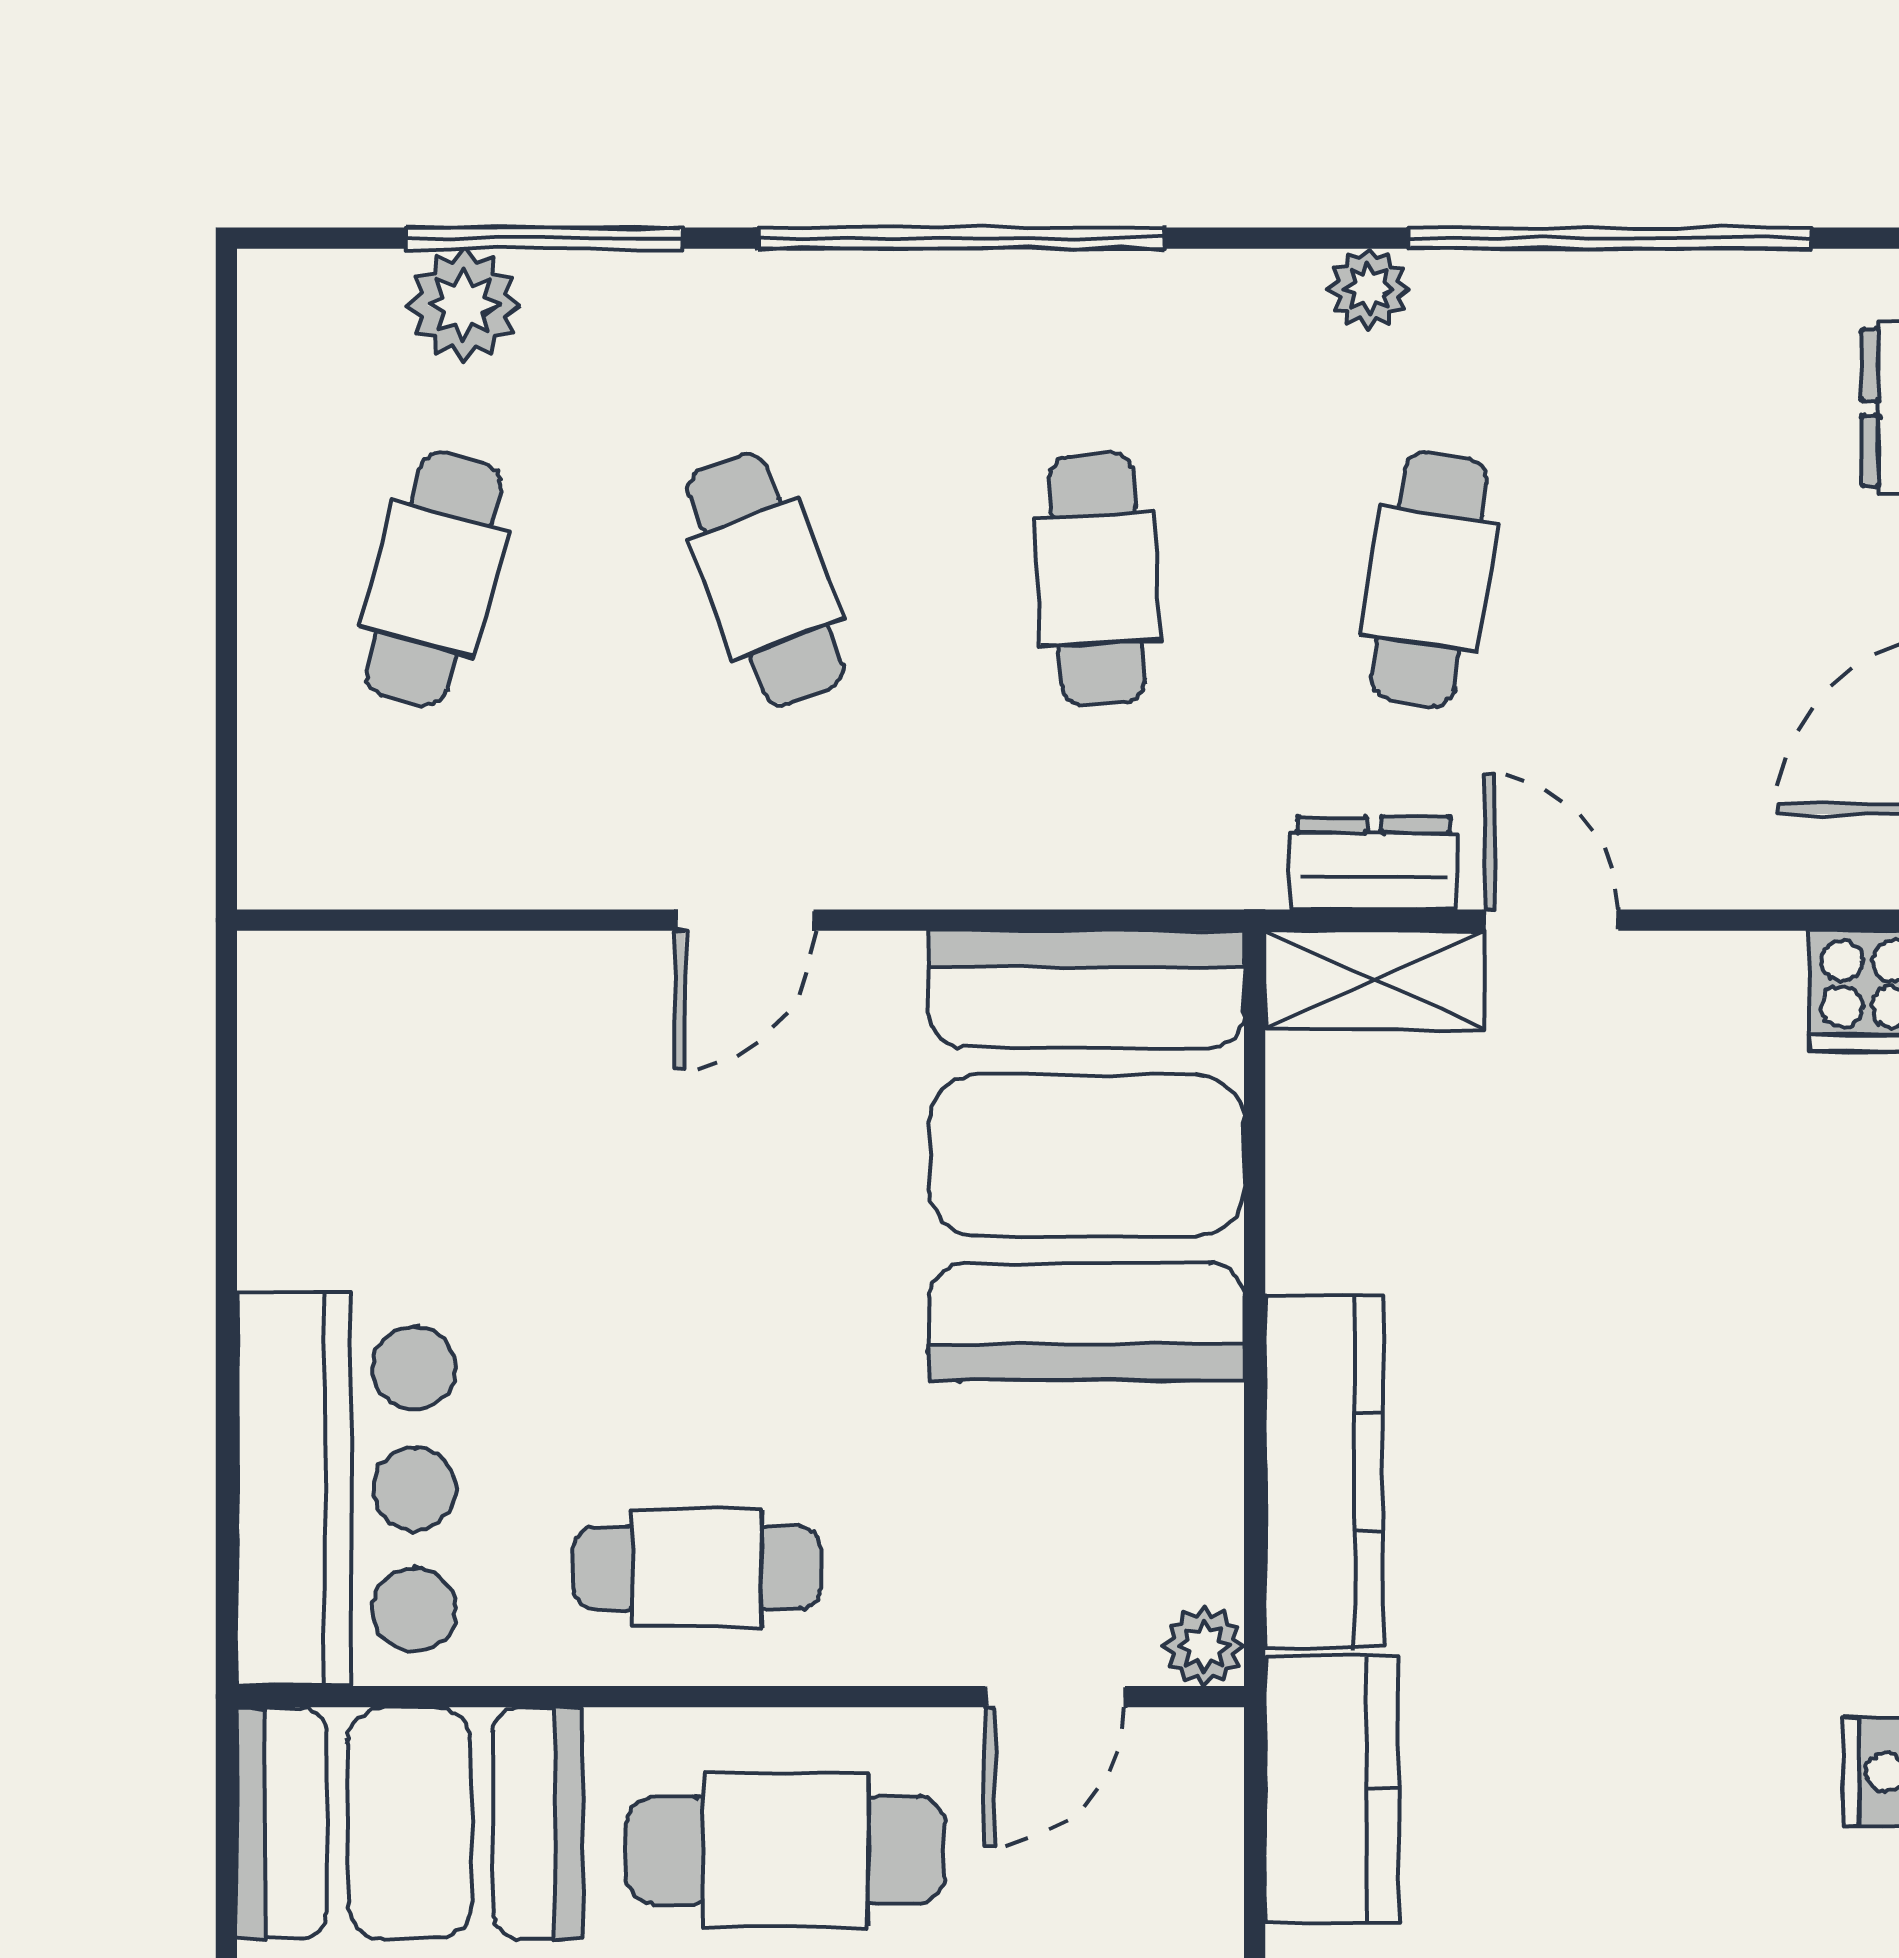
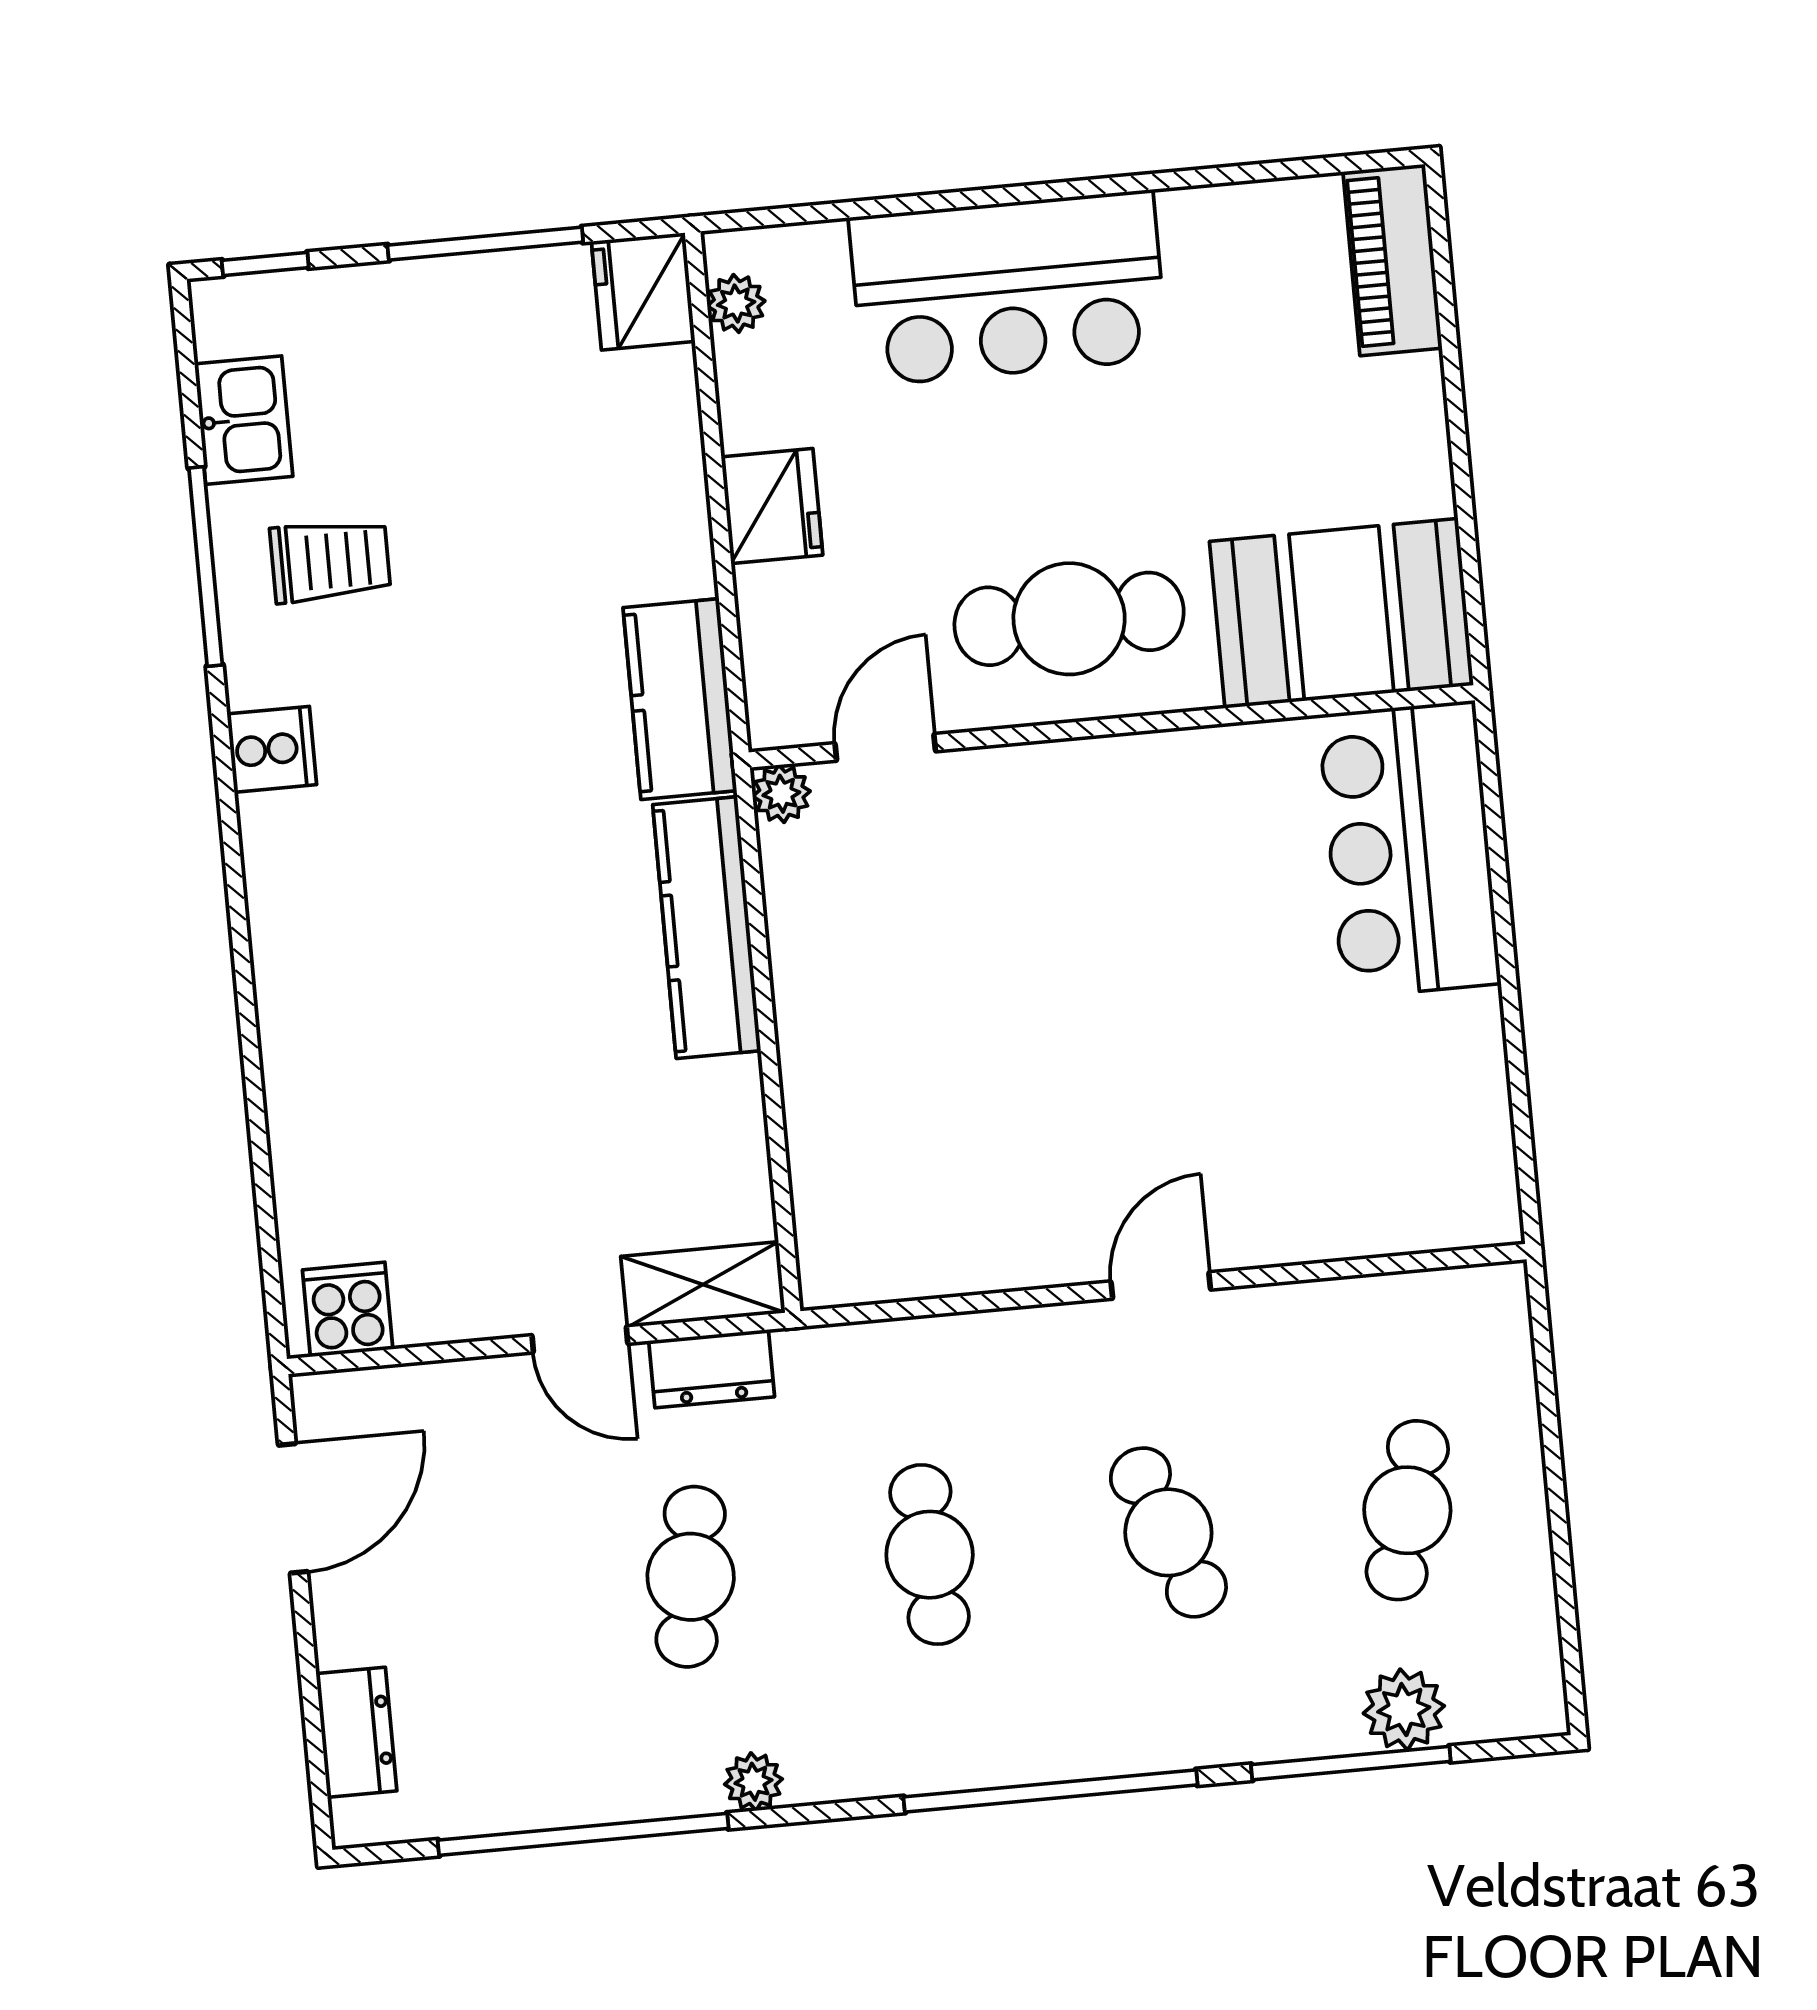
booth: (1087, 1155) -> (899, 1139), removed
cafe table: (697, 1568) -> (1152, 816), removed

